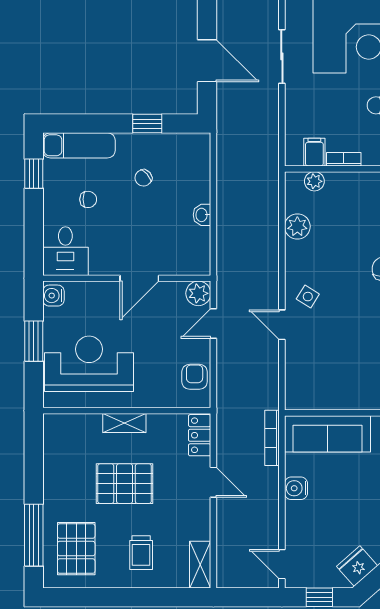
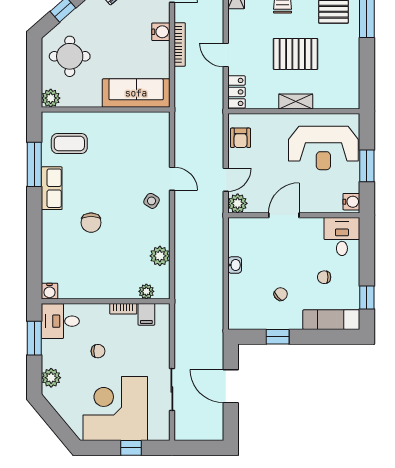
bookcase: (272, 438) -> (180, 44), moved
water cooler: (296, 488) -> (161, 32), moved

